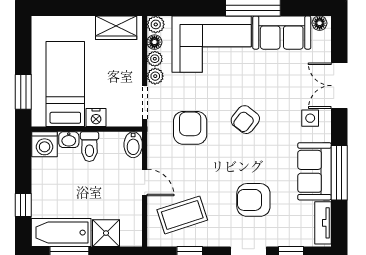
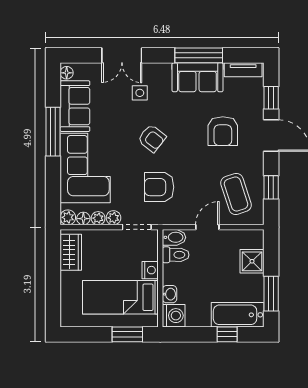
side table: (310, 118) -> (140, 93), moved
toilet: (89, 147) -> (176, 255), moved
bathtub: (61, 233) -> (238, 315), moved, turned 90

